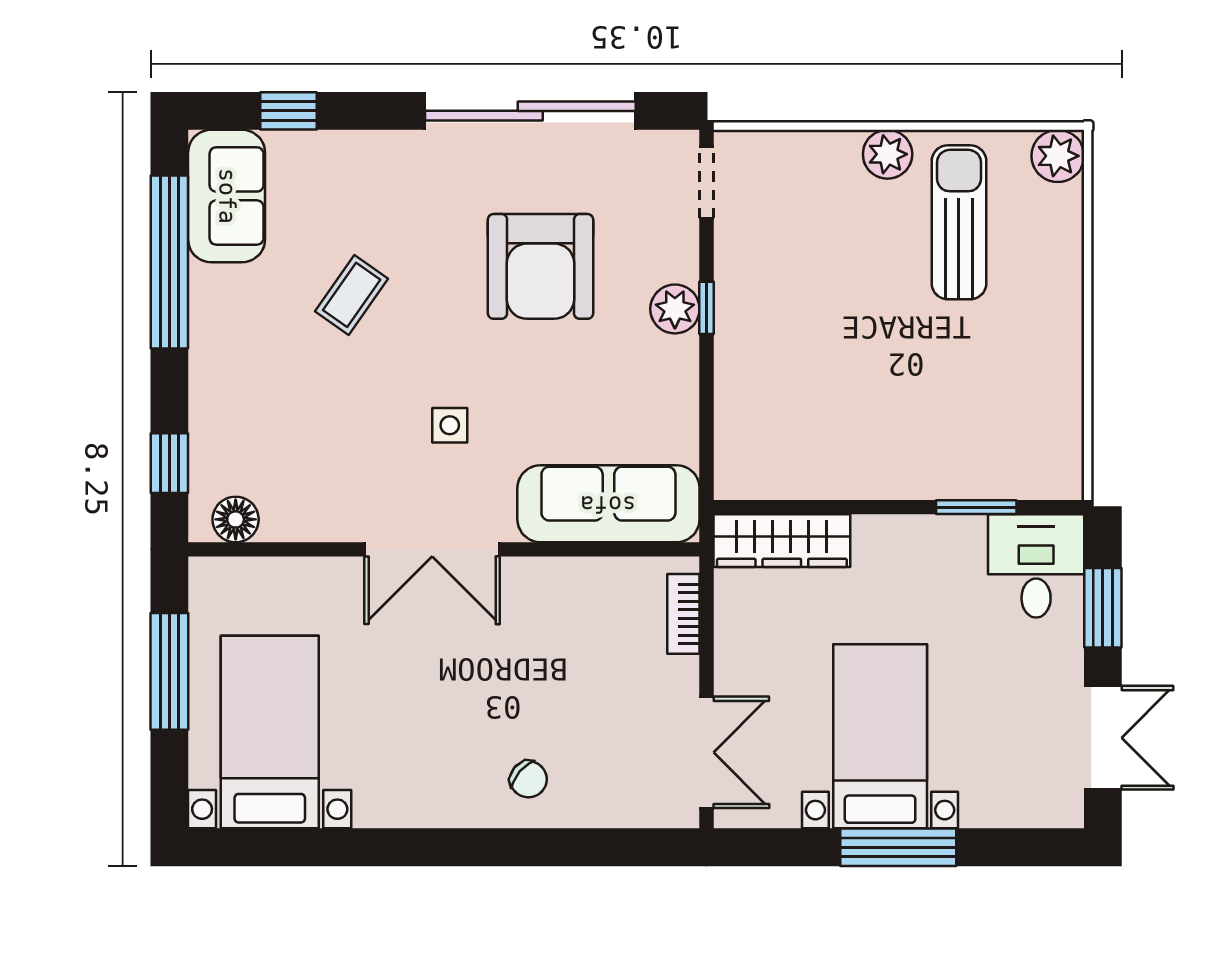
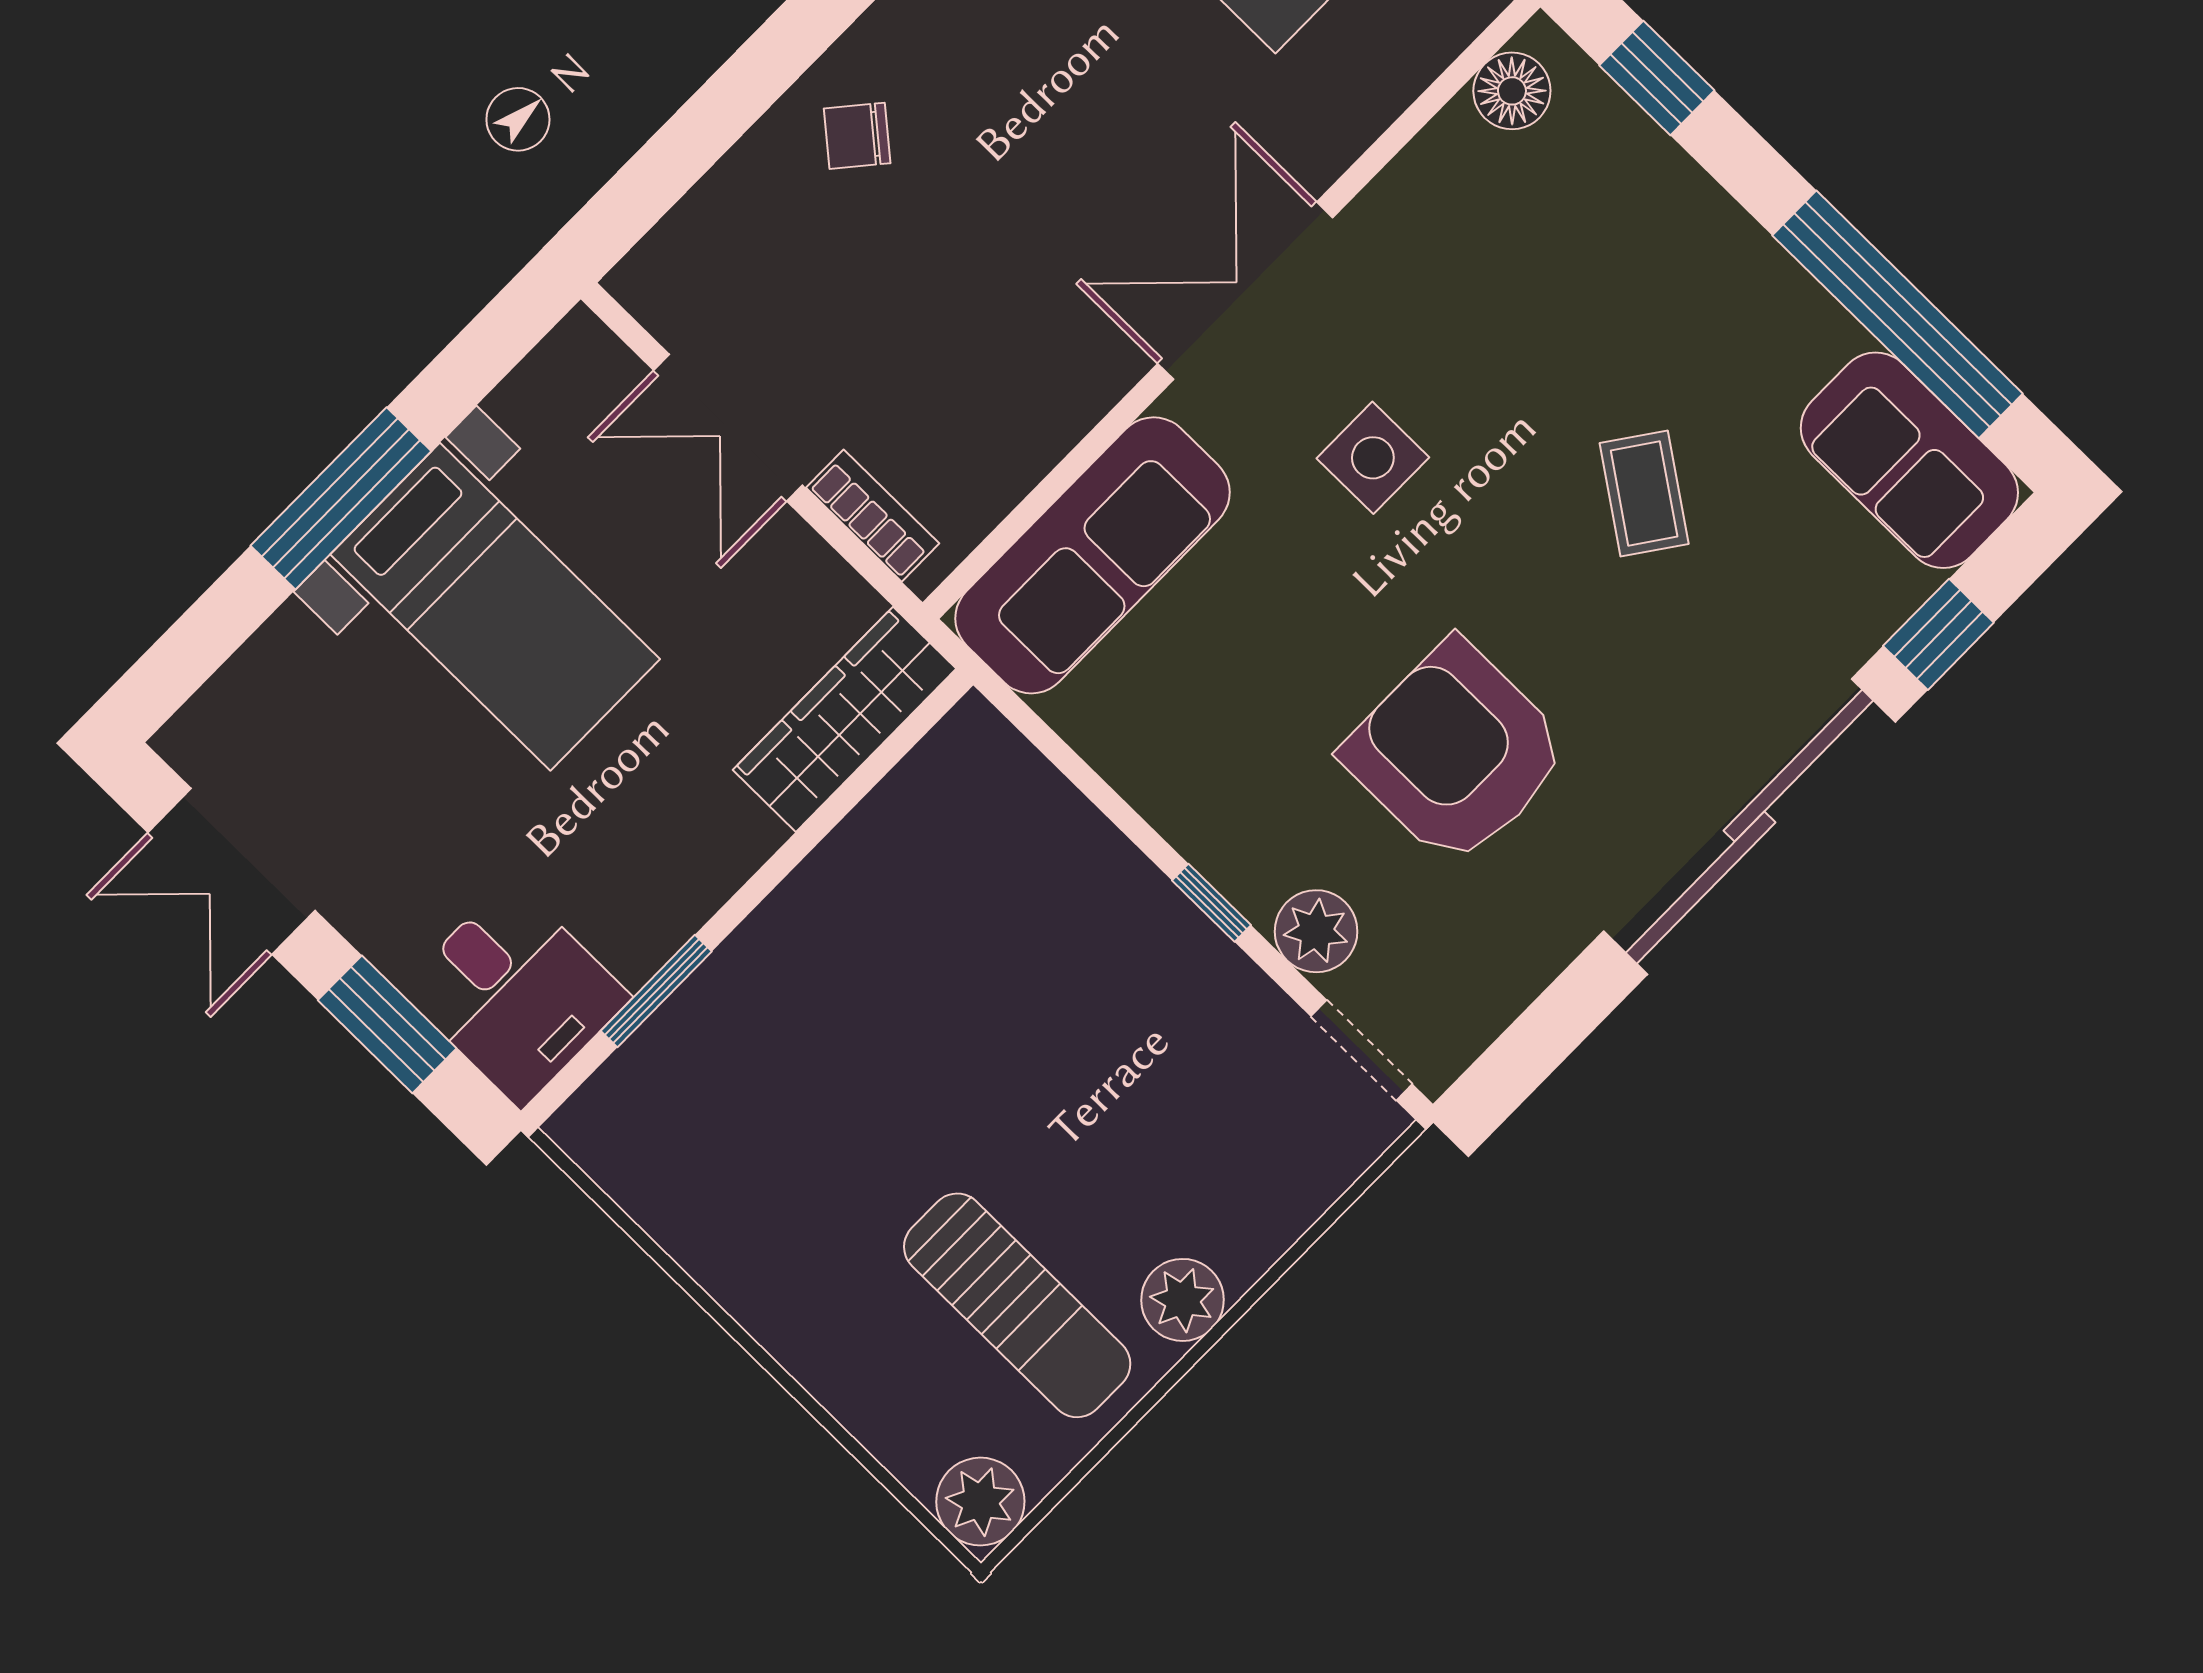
sliding door: (530, 111) -> (1749, 827), moved
plant: (675, 309) -> (1316, 931), moved
side table: (450, 425) -> (1373, 458), width x1.37, depth x1.37
double door: (706, 752) -> (728, 428), moved

